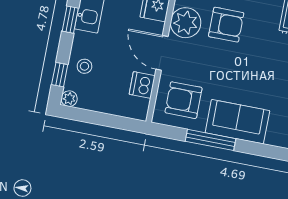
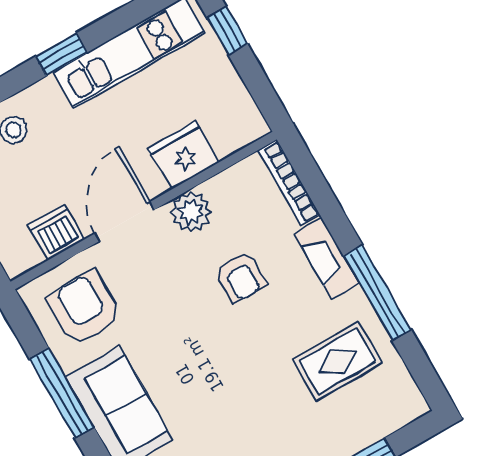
plant: (186, 23) -> (191, 212), width x0.73, depth x0.73
armchair: (226, 25) -> (240, 277), width x0.72, depth x0.72

